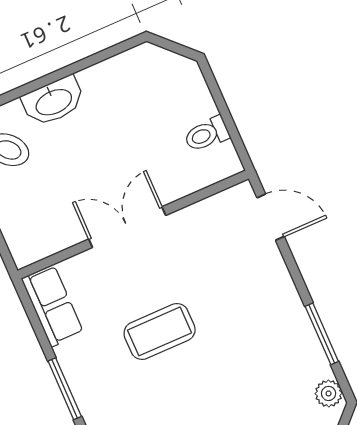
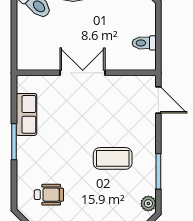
row of seats: (52, 306) -> (26, 114), moved
coffee table: (160, 331) -> (113, 158), moved

